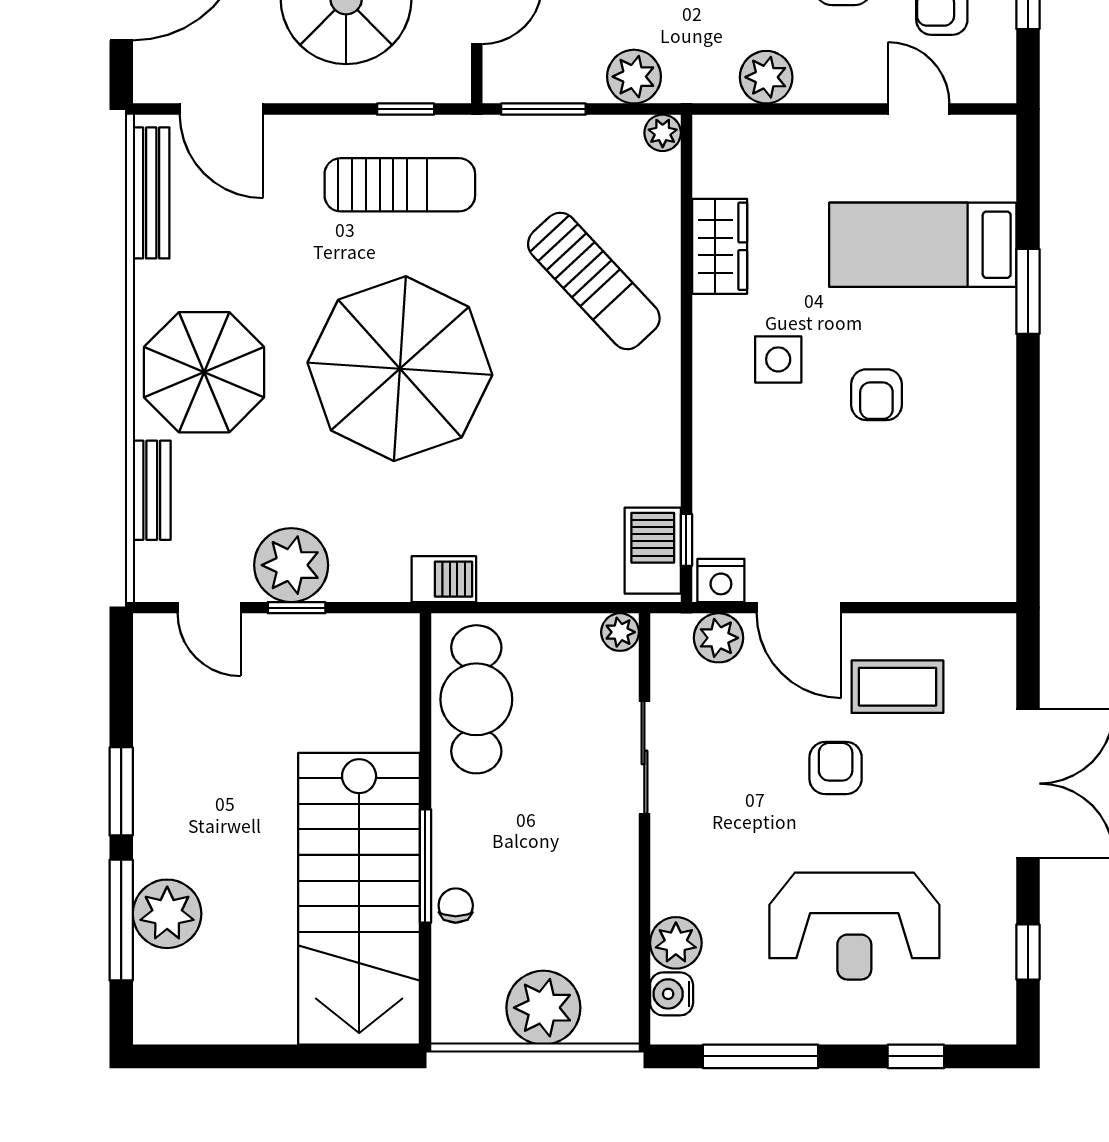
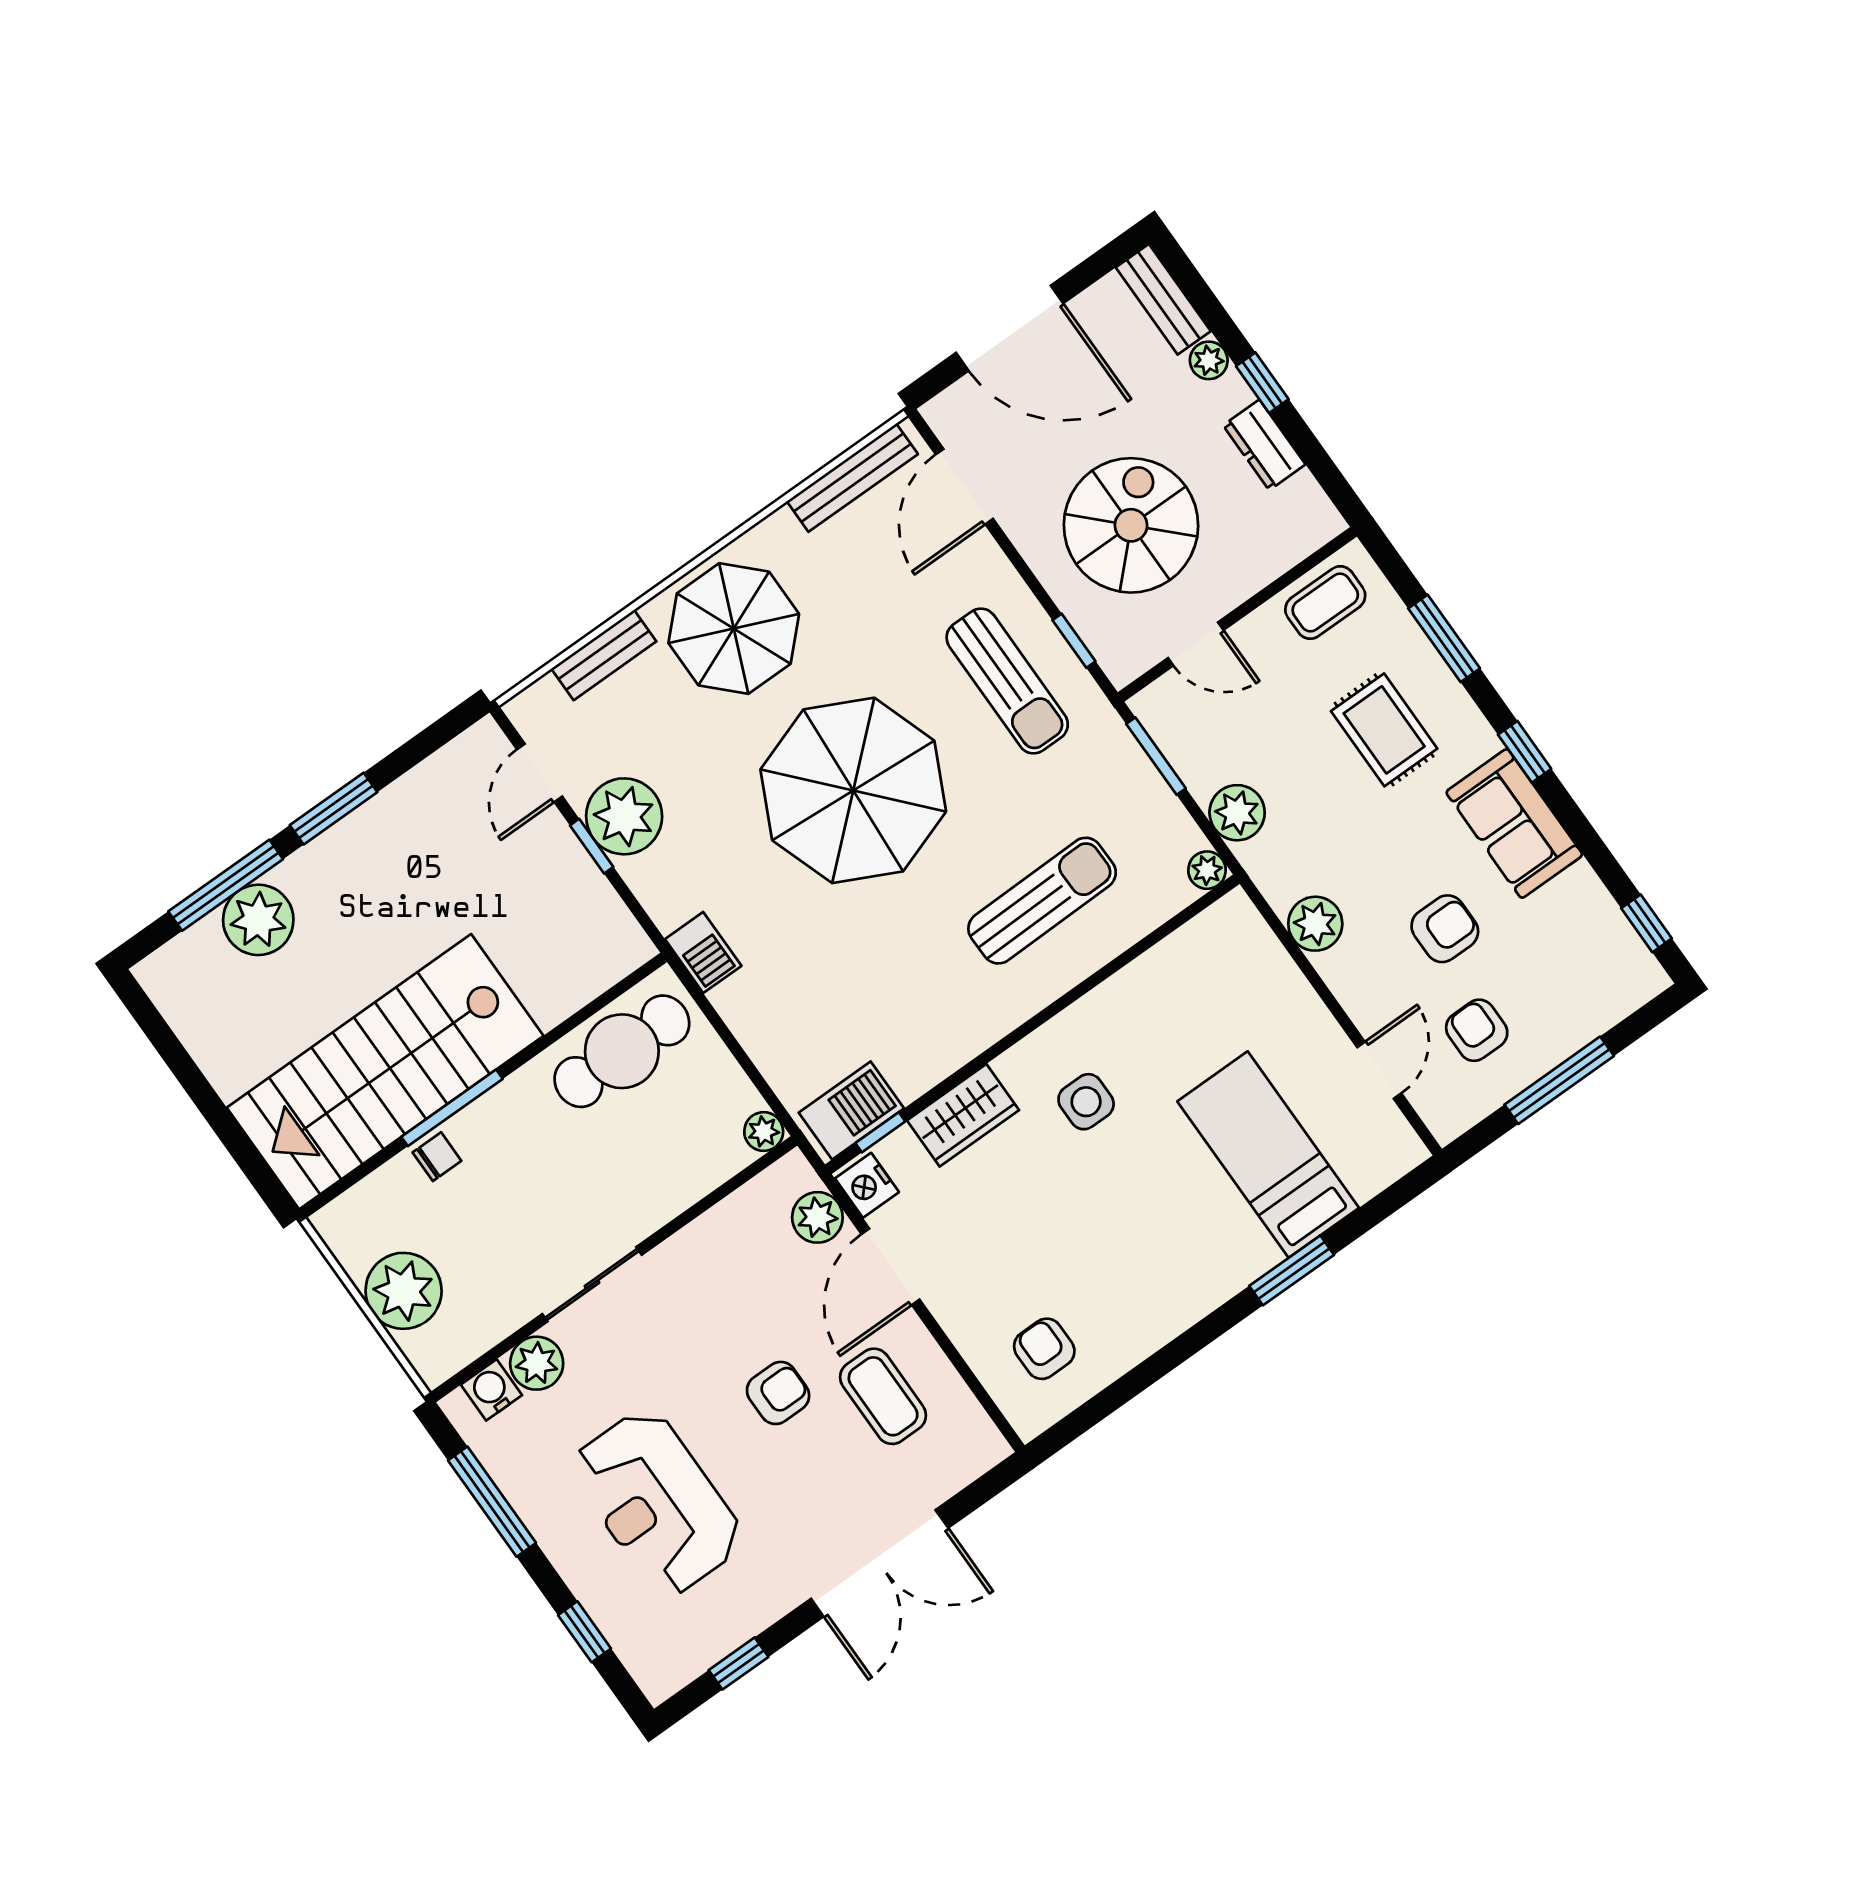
wardrobe: (720, 246) -> (963, 1115), moved
sun lounger: (594, 281) -> (1042, 901), turned -138
armchair: (876, 395) -> (1044, 1349), moved, turned 90
sliding door: (644, 757) -> (592, 1284), moved

